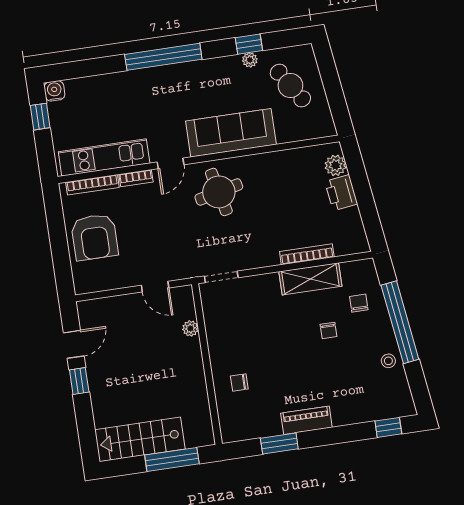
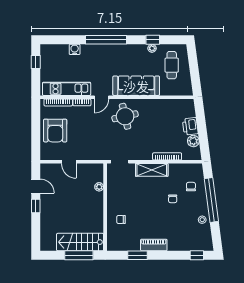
cafe table: (290, 86) -> (172, 65), turned 33
water cooler: (54, 91) -> (75, 49), moved
plant: (335, 165) -> (193, 141), moved
shelving: (310, 279) -> (152, 170), moved
door: (155, 287) -> (69, 162), moved
door: (74, 344) -> (36, 186), hinge flipped
stairs: (140, 439) -> (80, 242), moved

